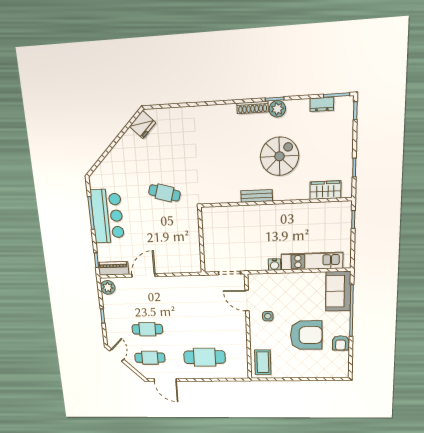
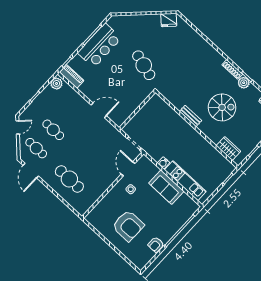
cafe table: (164, 193) -> (144, 65), width x1.37, depth x1.35
door: (144, 275) -> (99, 110), moved
sofa: (338, 291) -> (166, 187), moved, turned -90
armchair: (306, 335) -> (128, 226), moved
coffee table: (263, 362) -> (100, 215), removed

